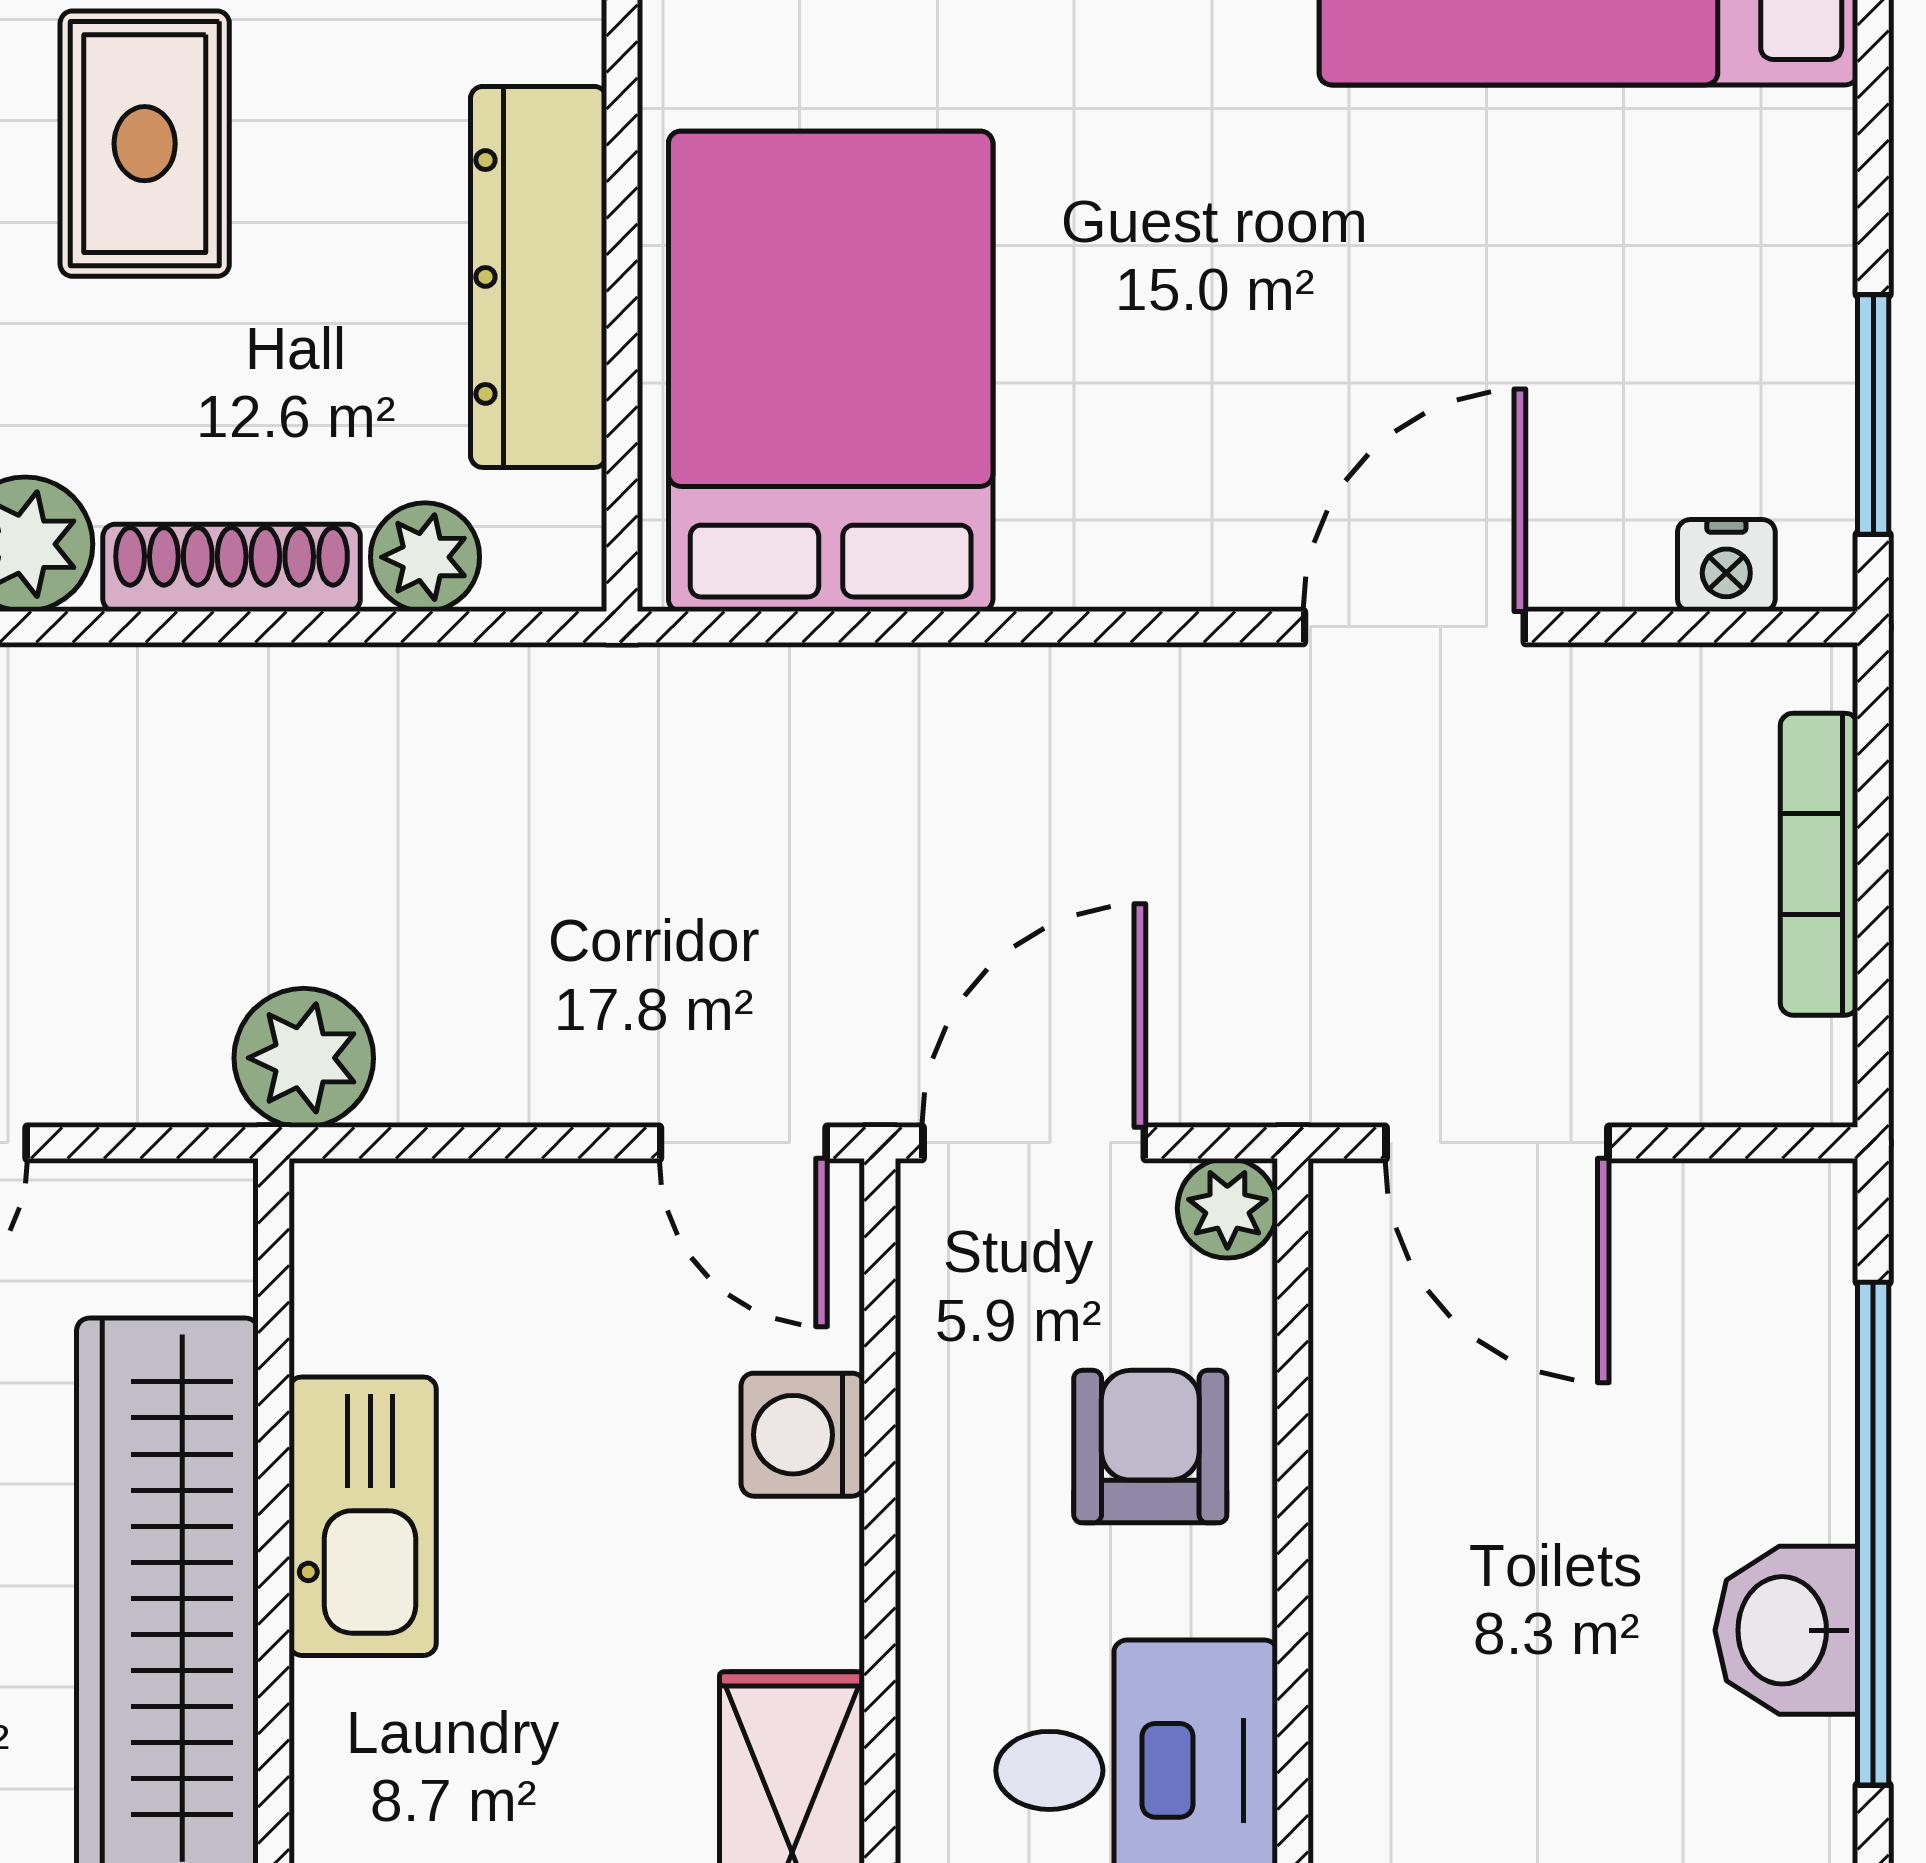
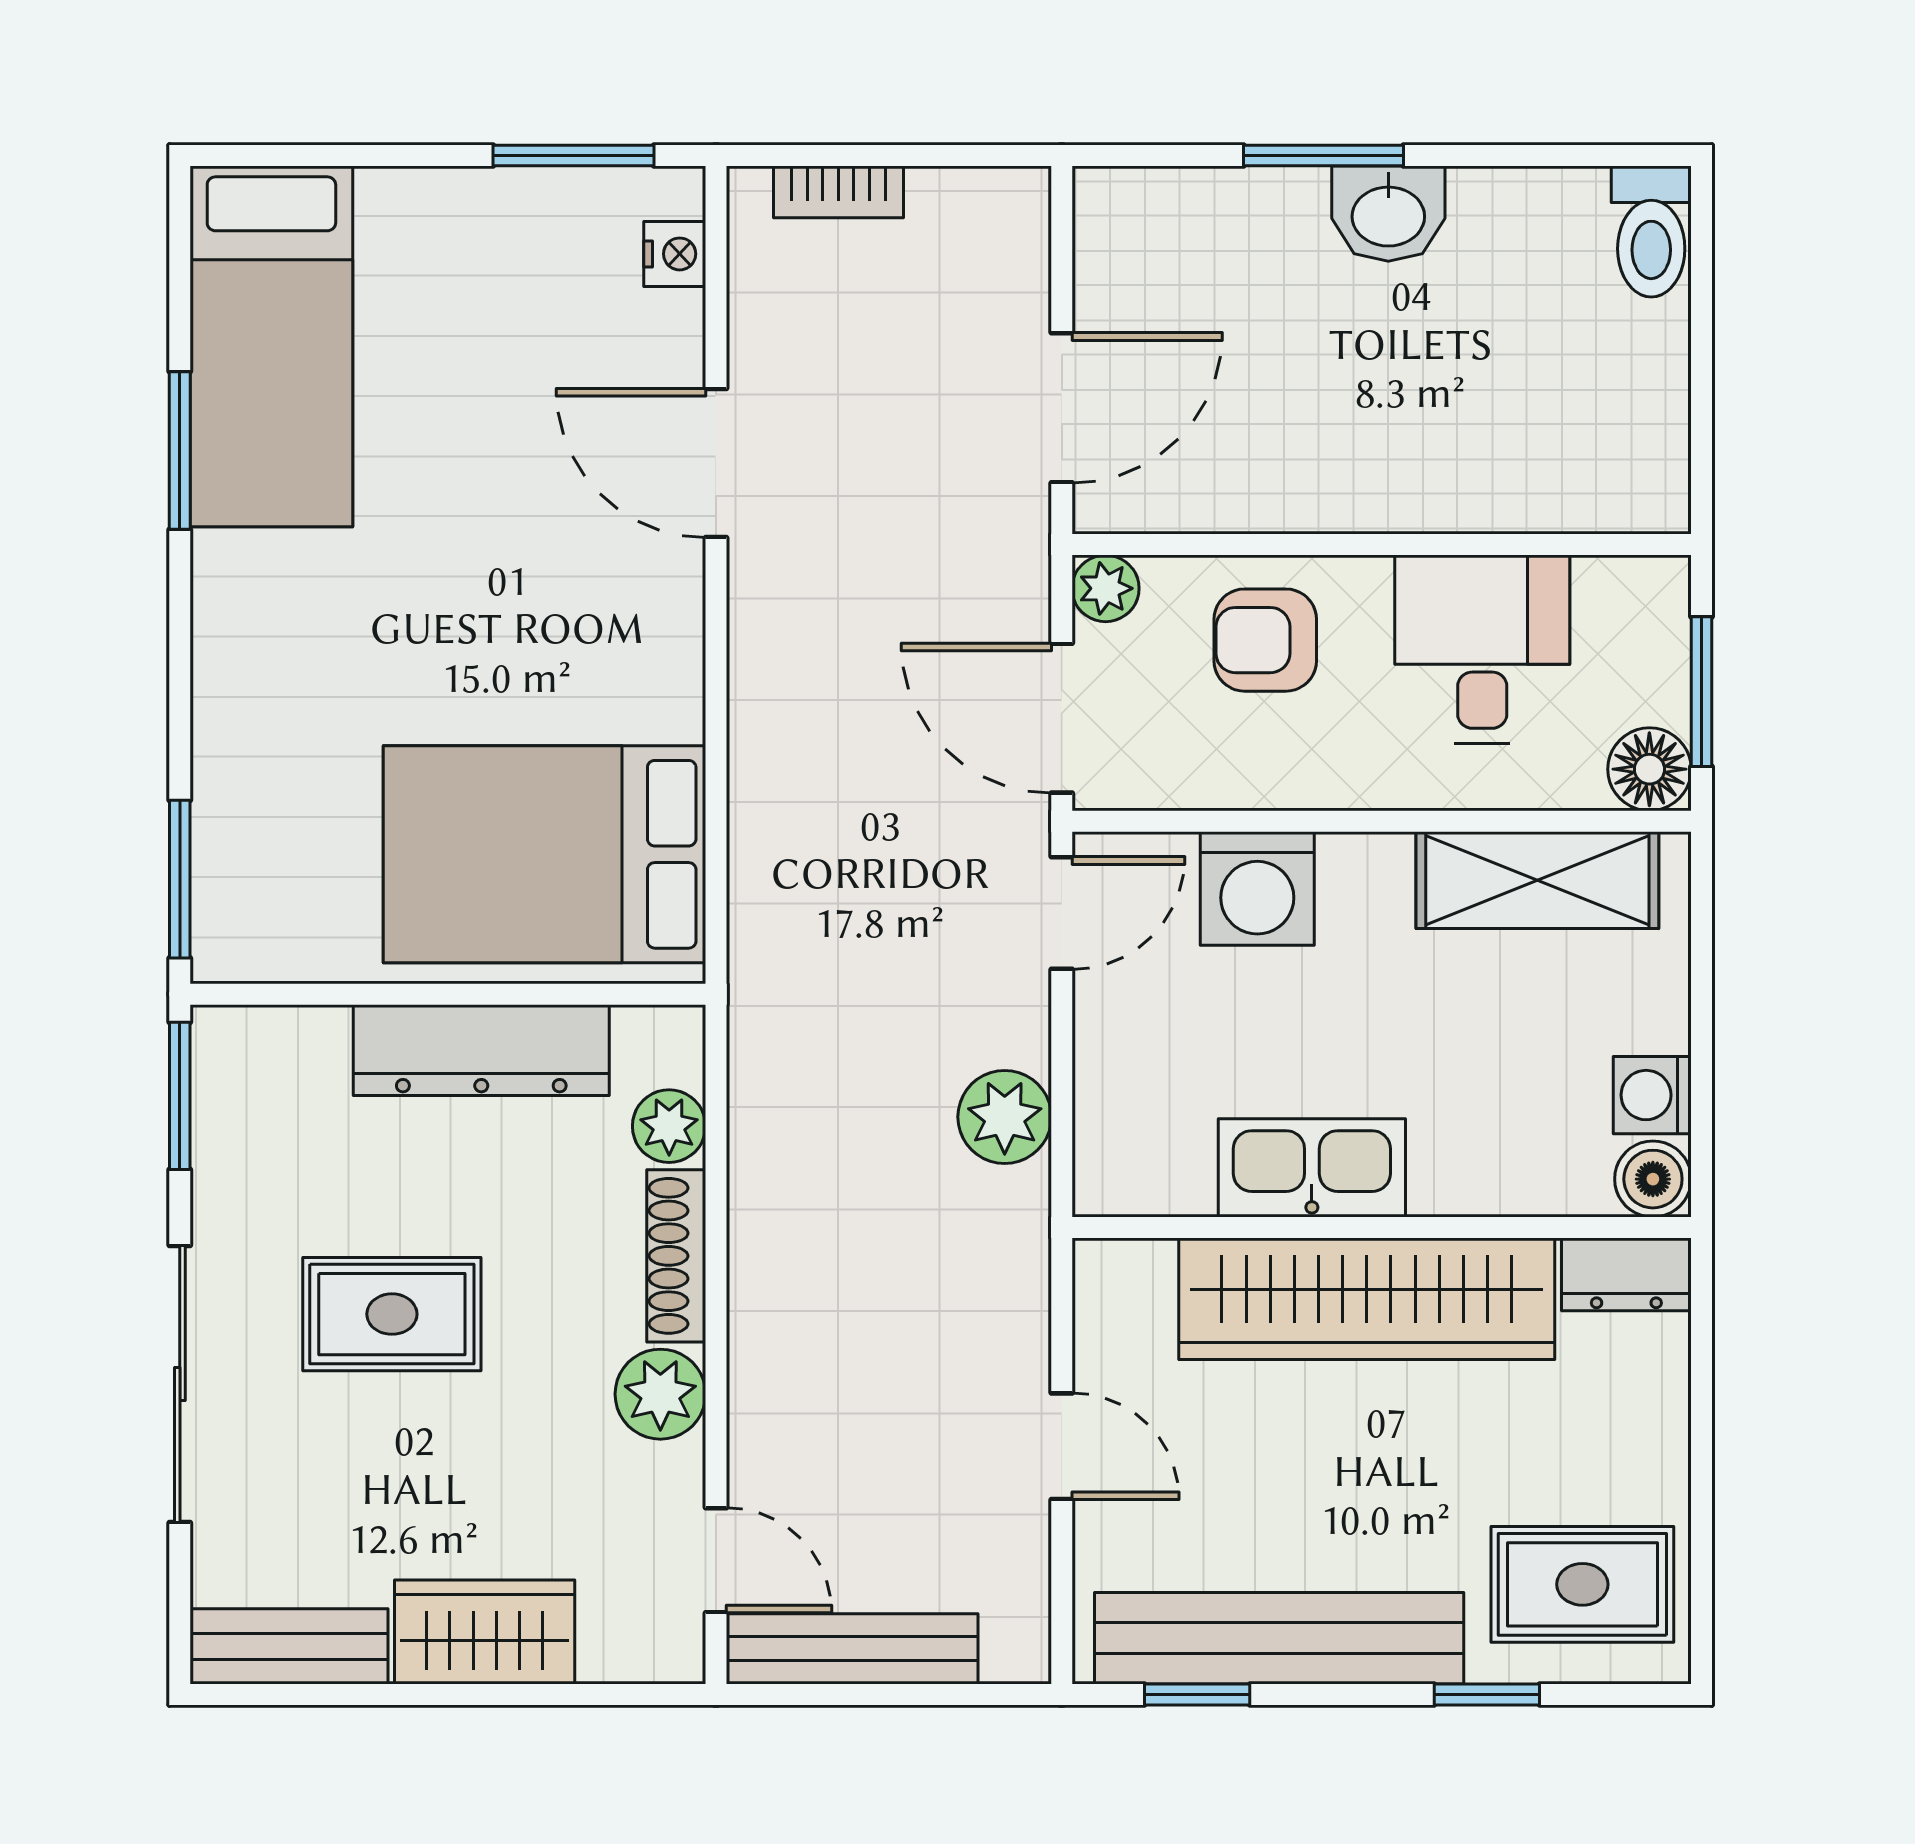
bookcase: (1819, 864) -> (838, 192), width x0.64
plant: (304, 1058) -> (1005, 1117), moved
washing machine: (803, 1435) -> (1257, 889), width x1.38, depth x1.38
window: (1873, 1534) -> (1324, 156), width x0.47

